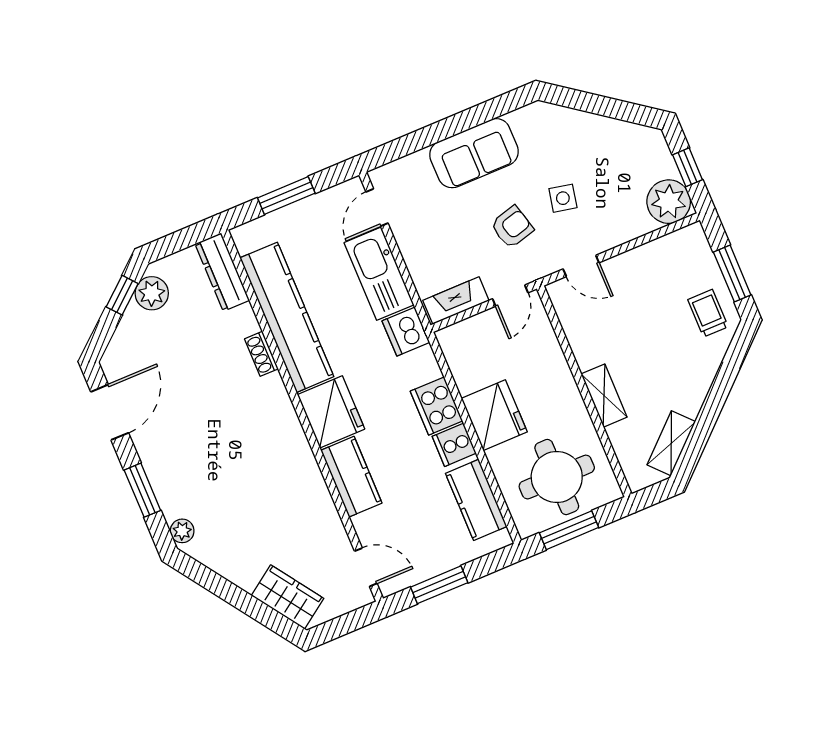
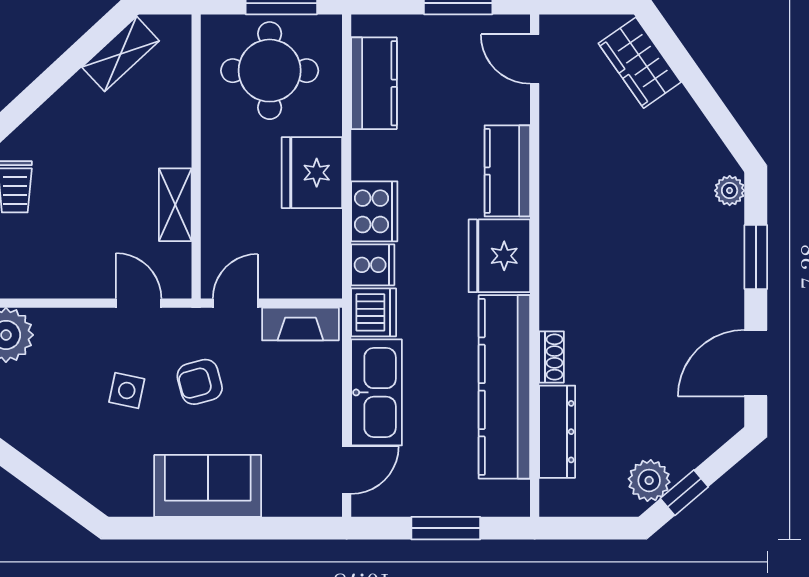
dresser: (222, 272) -> (557, 432), moved
shelving: (604, 396) -> (175, 205), moved
cooker: (454, 445) -> (373, 265), moved

